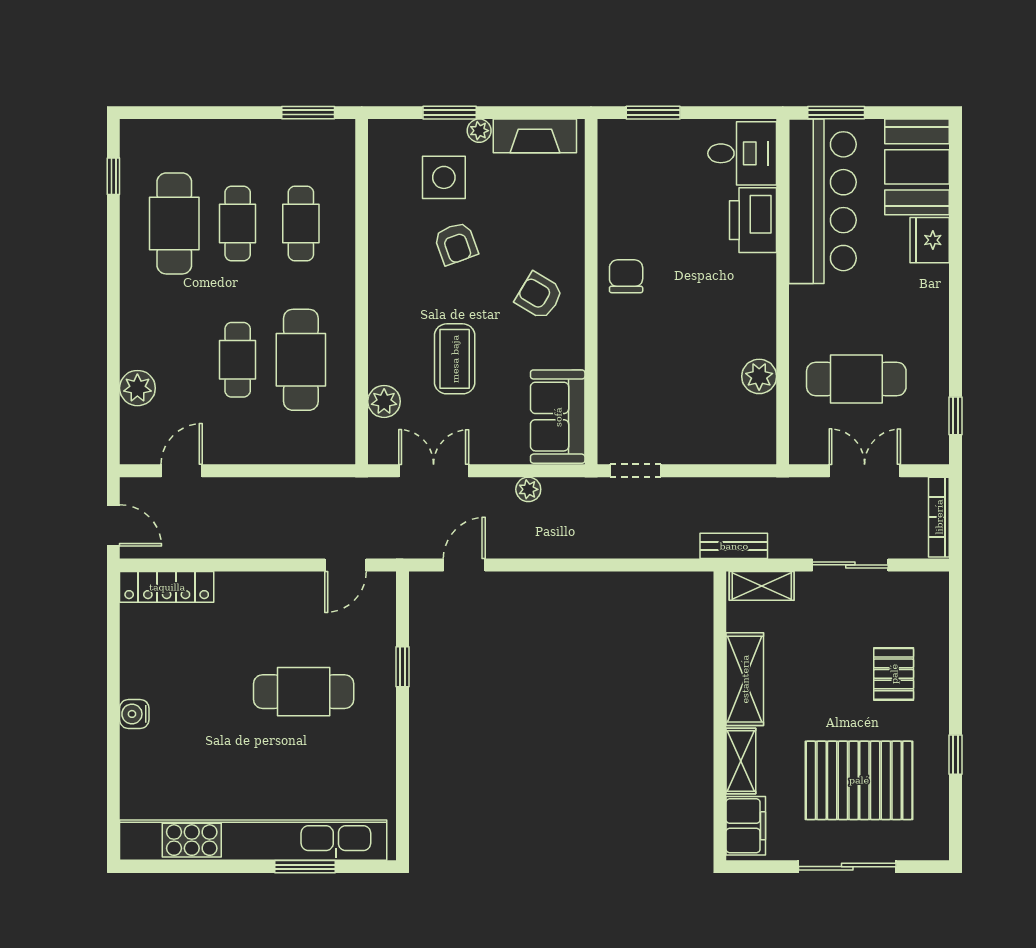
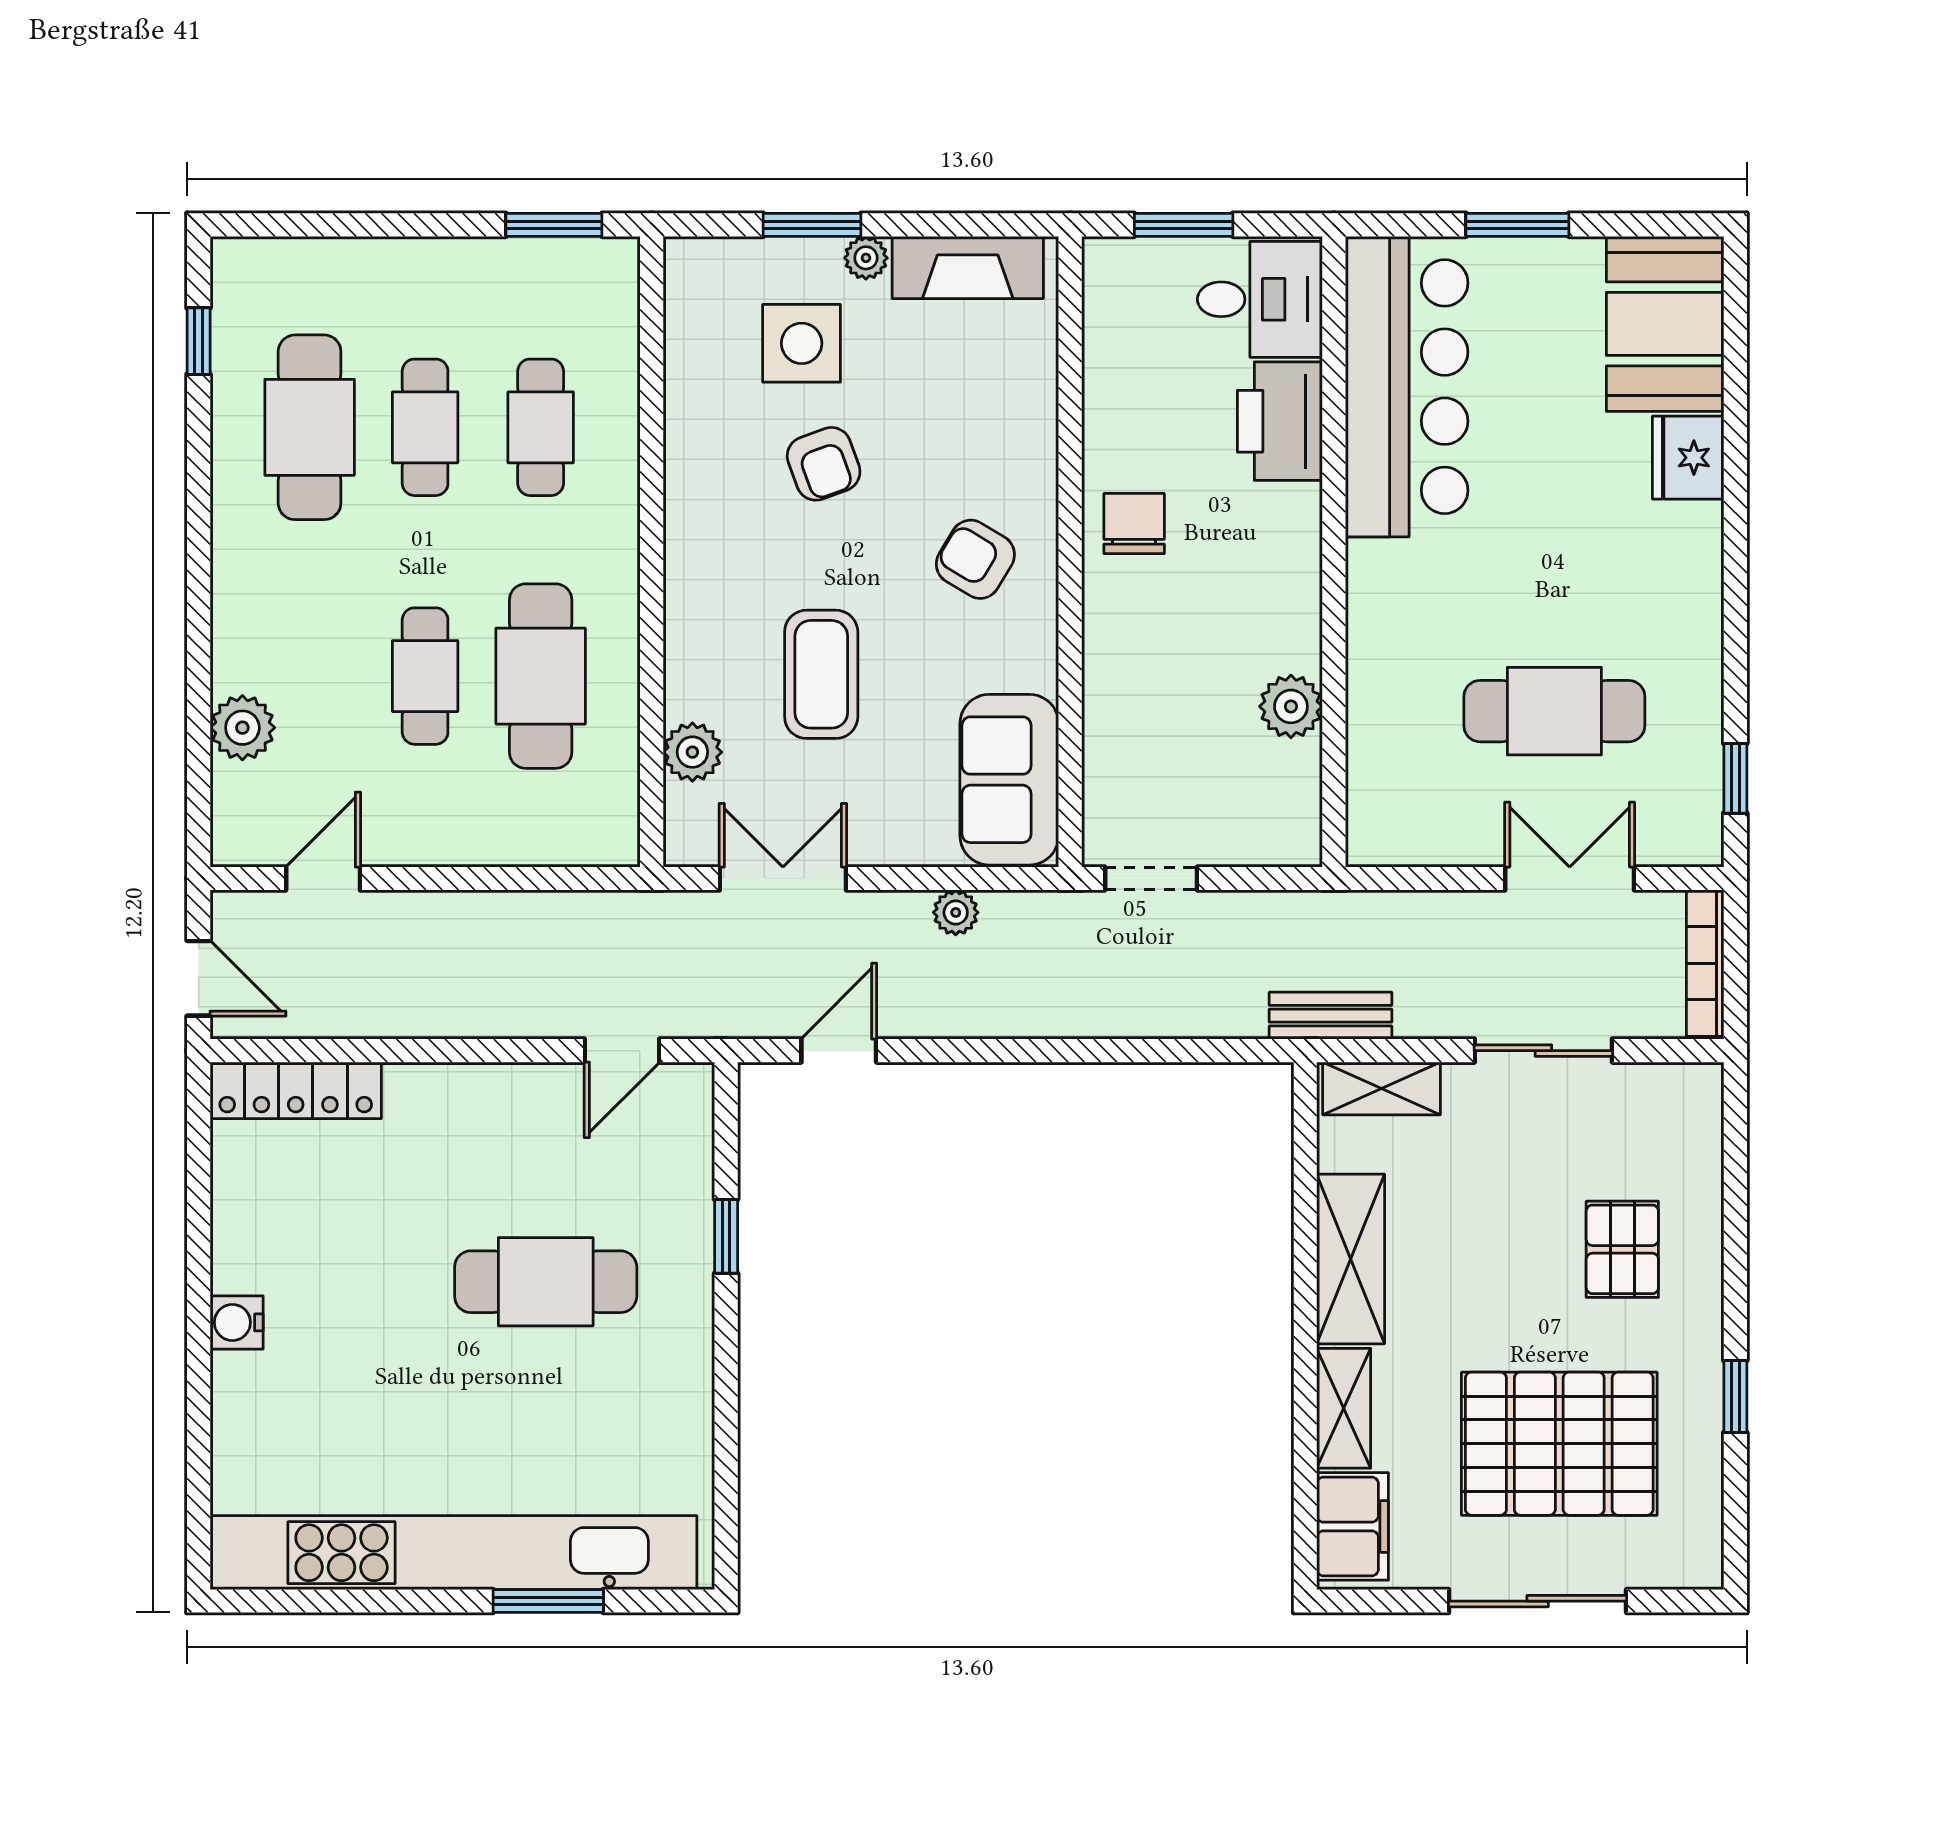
desk: (742, 153) -> (1260, 299), moved
bar counter: (823, 201) -> (1407, 387), moved
printer: (753, 220) -> (1280, 421), moved
wall: (783, 292) -> (1334, 552), moved
plant: (759, 376) -> (1291, 706), moved

